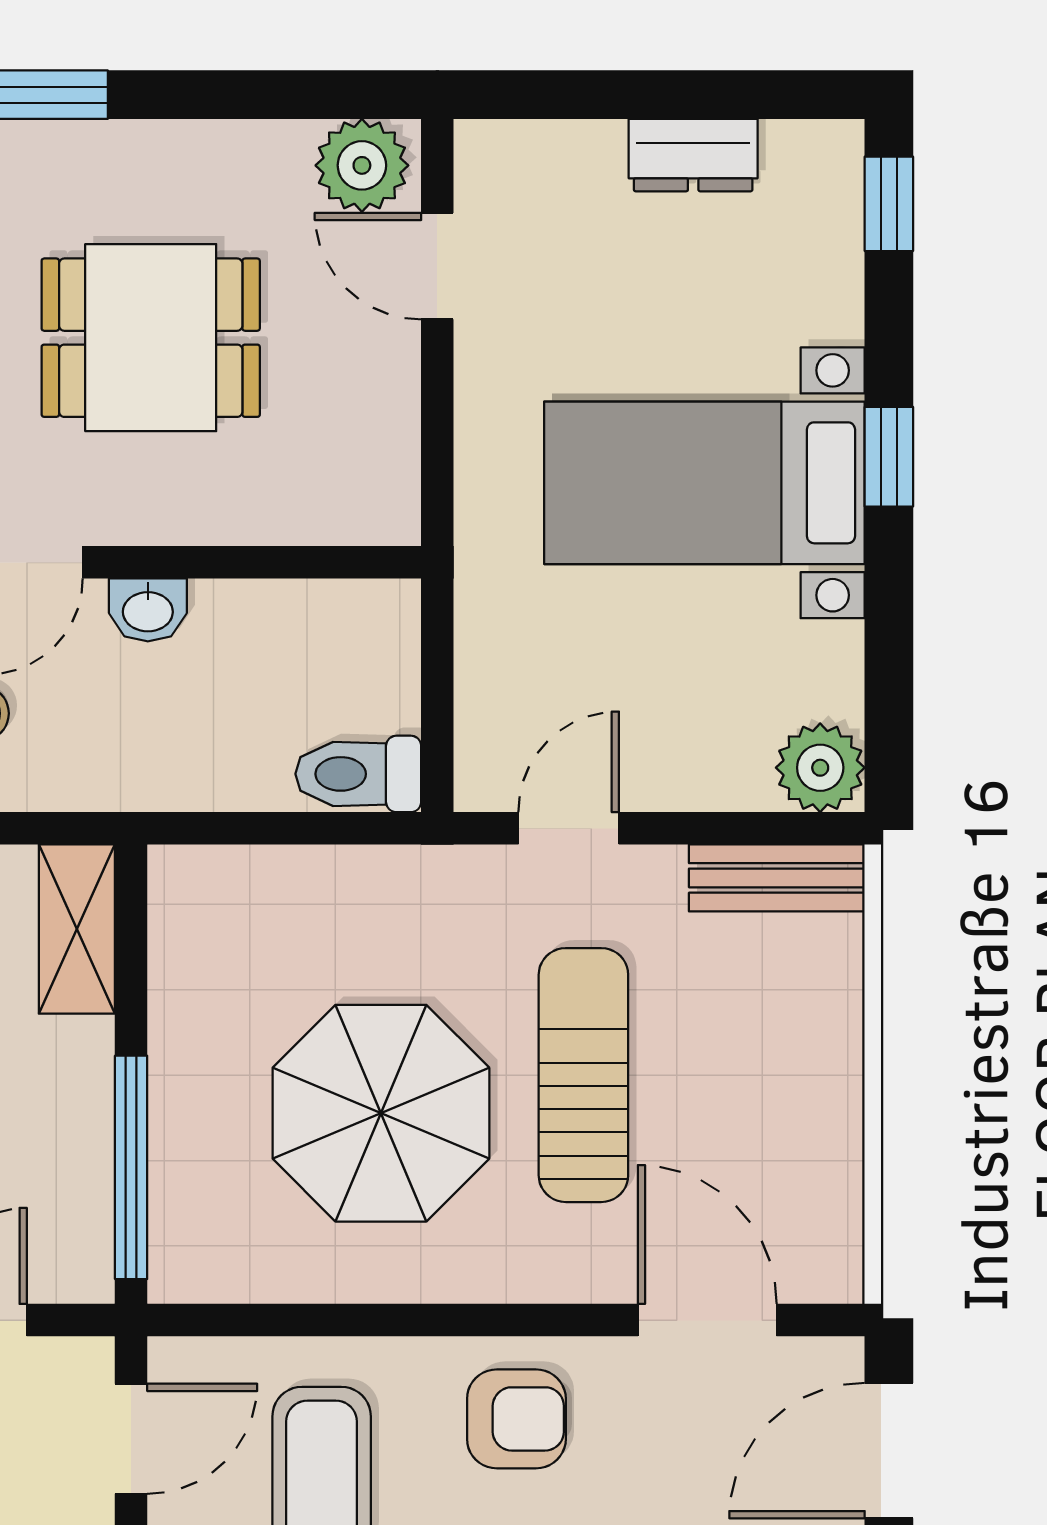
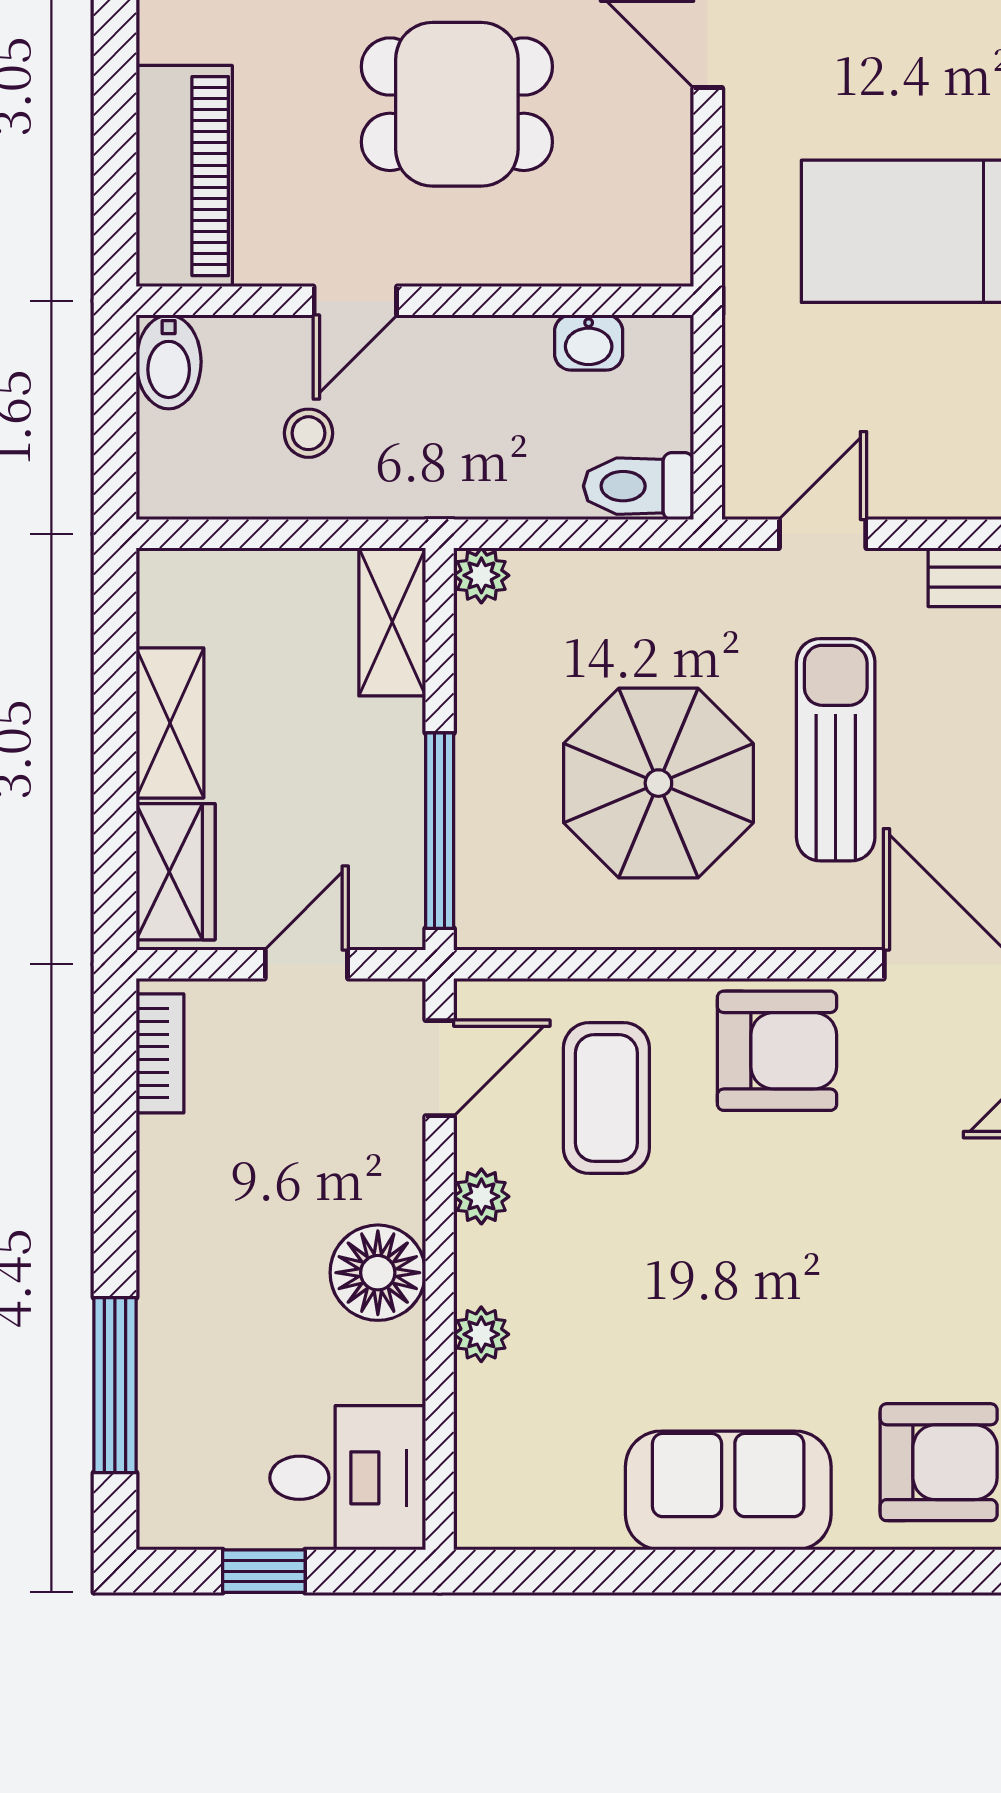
washbasin: (148, 610) -> (589, 343), moved
plant: (179, 876) -> (481, 575), added
armchair: (516, 1419) -> (777, 1051), width x1.38, depth x1.38

